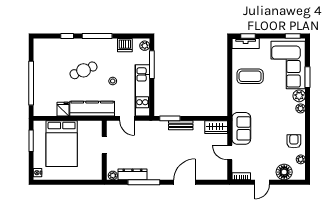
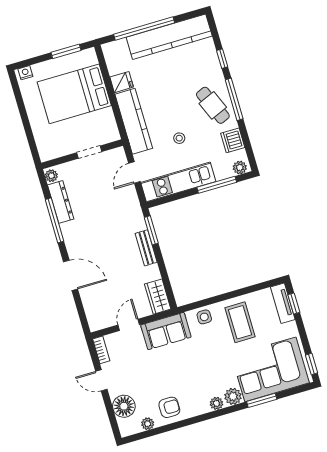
kitchen counter: (42, 68) -> (169, 37), added
cafe table: (84, 70) -> (213, 105), moved
side table: (239, 100) -> (204, 317), added

